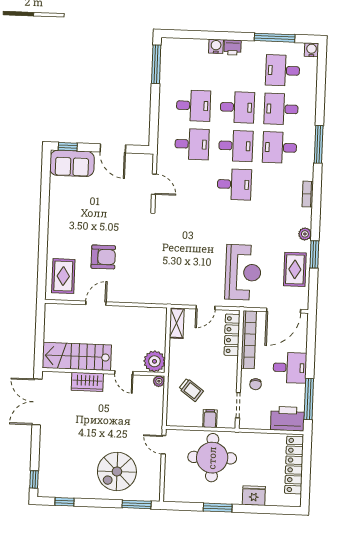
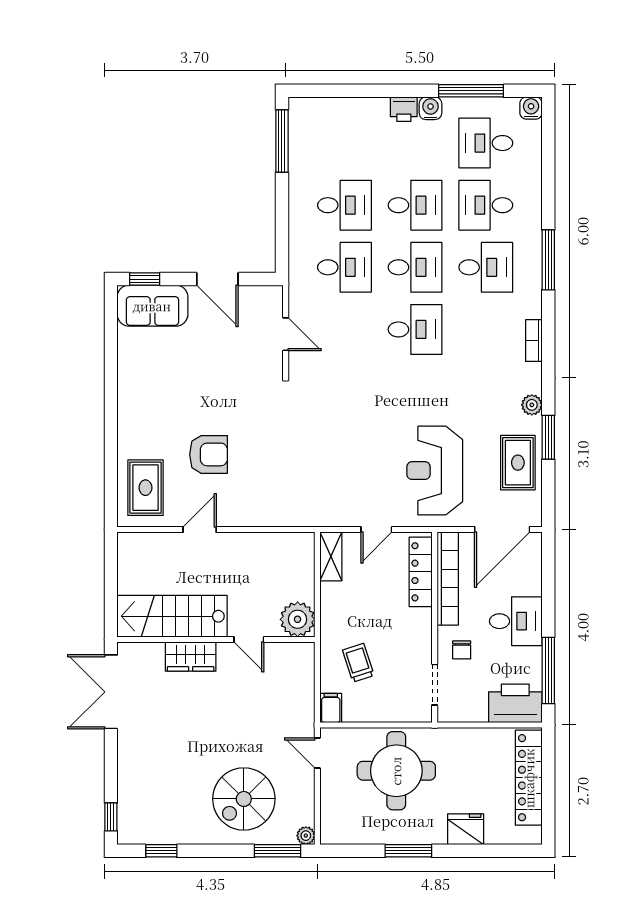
water cooler: (216, 46) -> (430, 108), moved
desk: (280, 148) -> (486, 267), turned 180
reception desk: (243, 272) -> (435, 471), turned 180
plant: (159, 381) -> (306, 836), moved
trolley: (191, 390) -> (358, 663), turned -144
filing cabinet: (210, 419) -> (331, 708), moved

